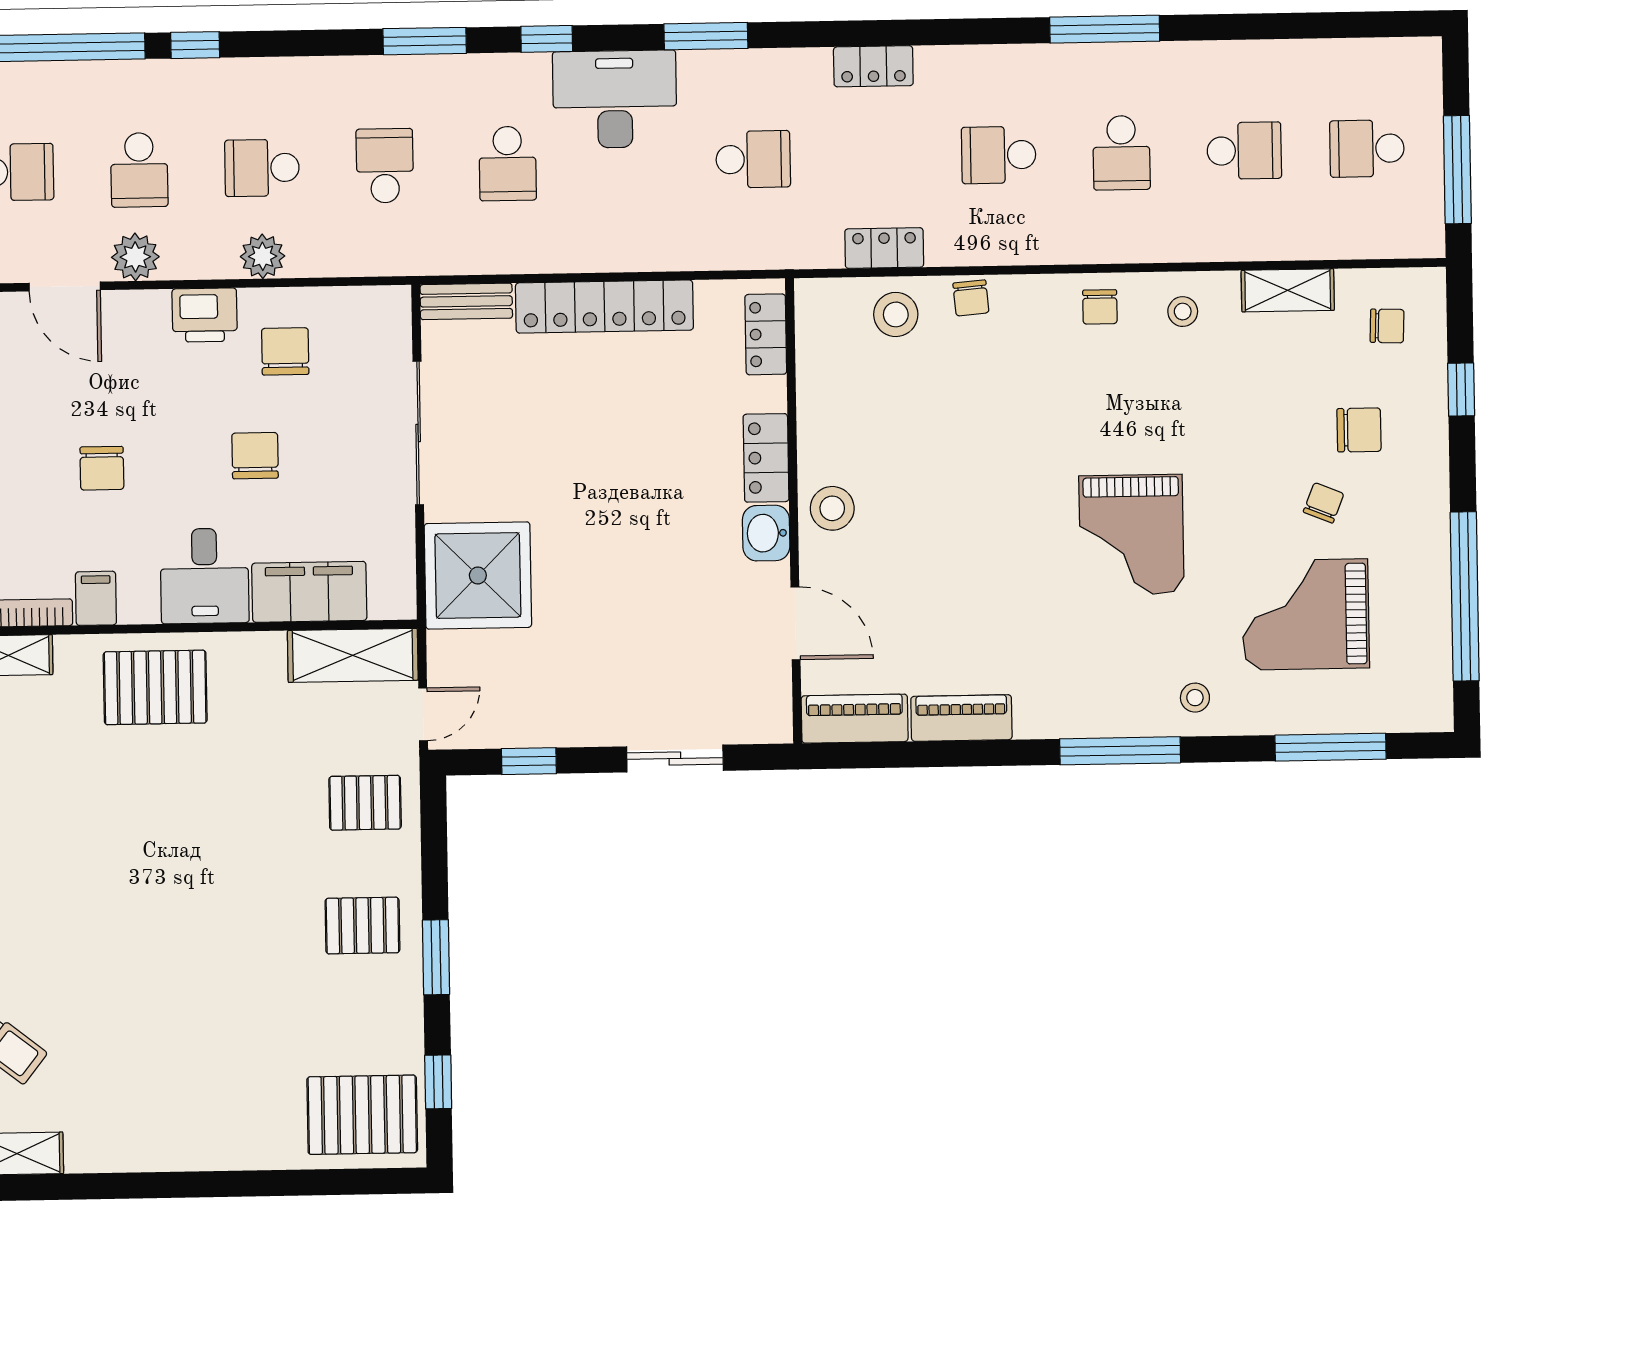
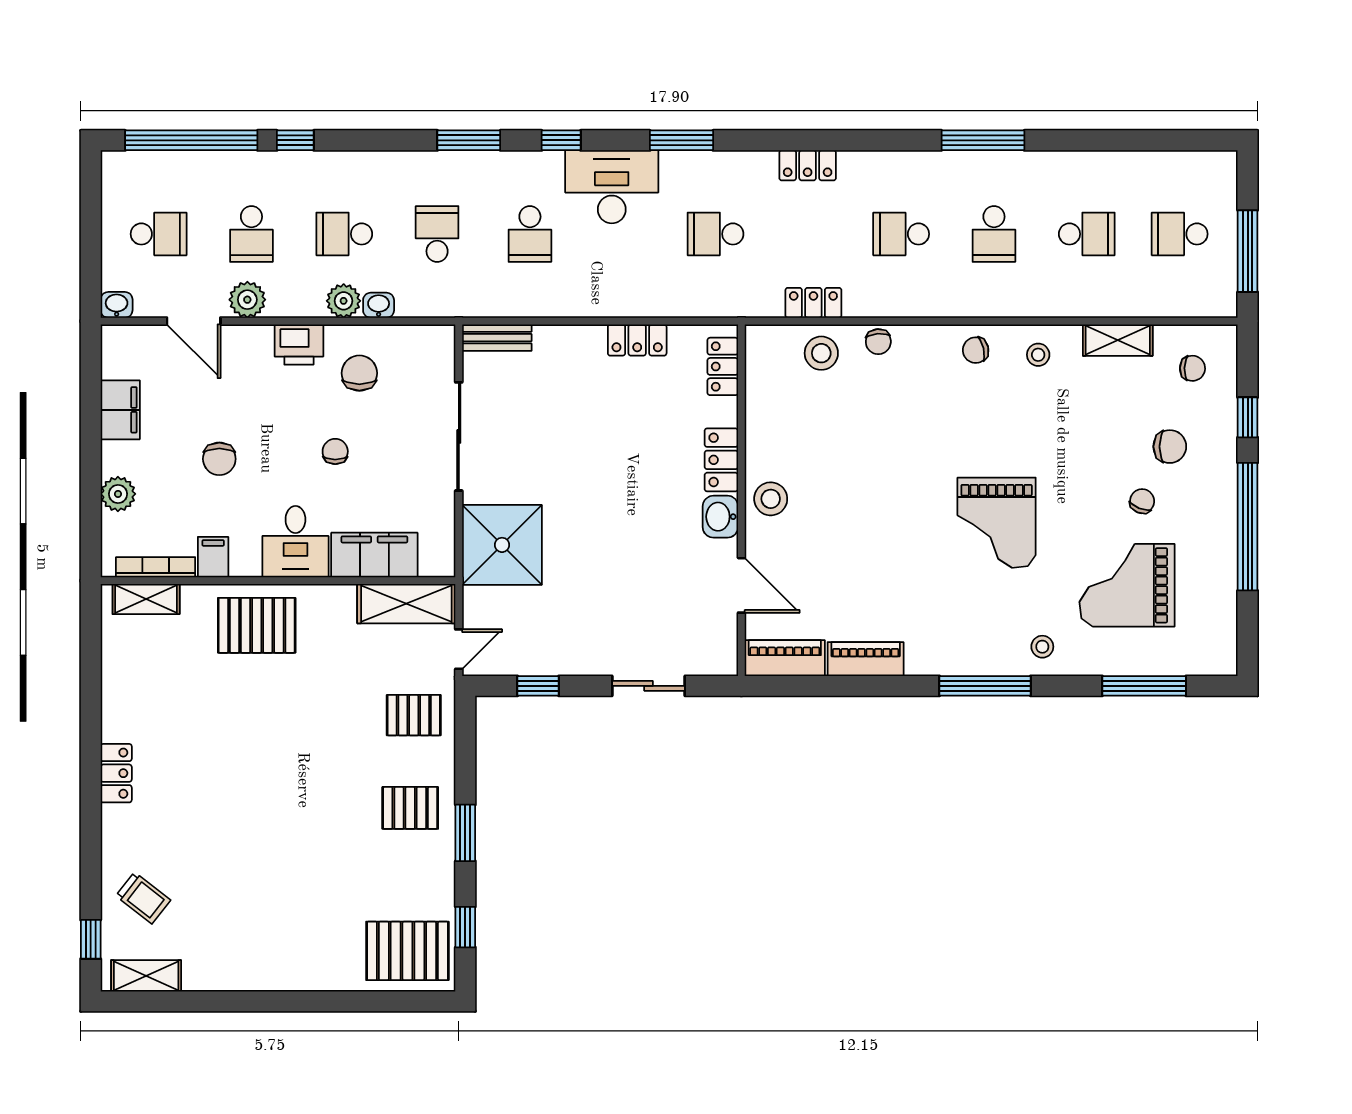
school desk: (753, 159) -> (716, 234), turned 180
washbasin: (309, 261) -> (379, 305), added
locker: (604, 306) -> (637, 340), width x0.46, depth x0.83
chair: (1100, 307) -> (976, 350), turned 77
chair: (255, 456) -> (335, 451), width x0.73, depth x0.73
window: (1465, 596) -> (1248, 527), moved

